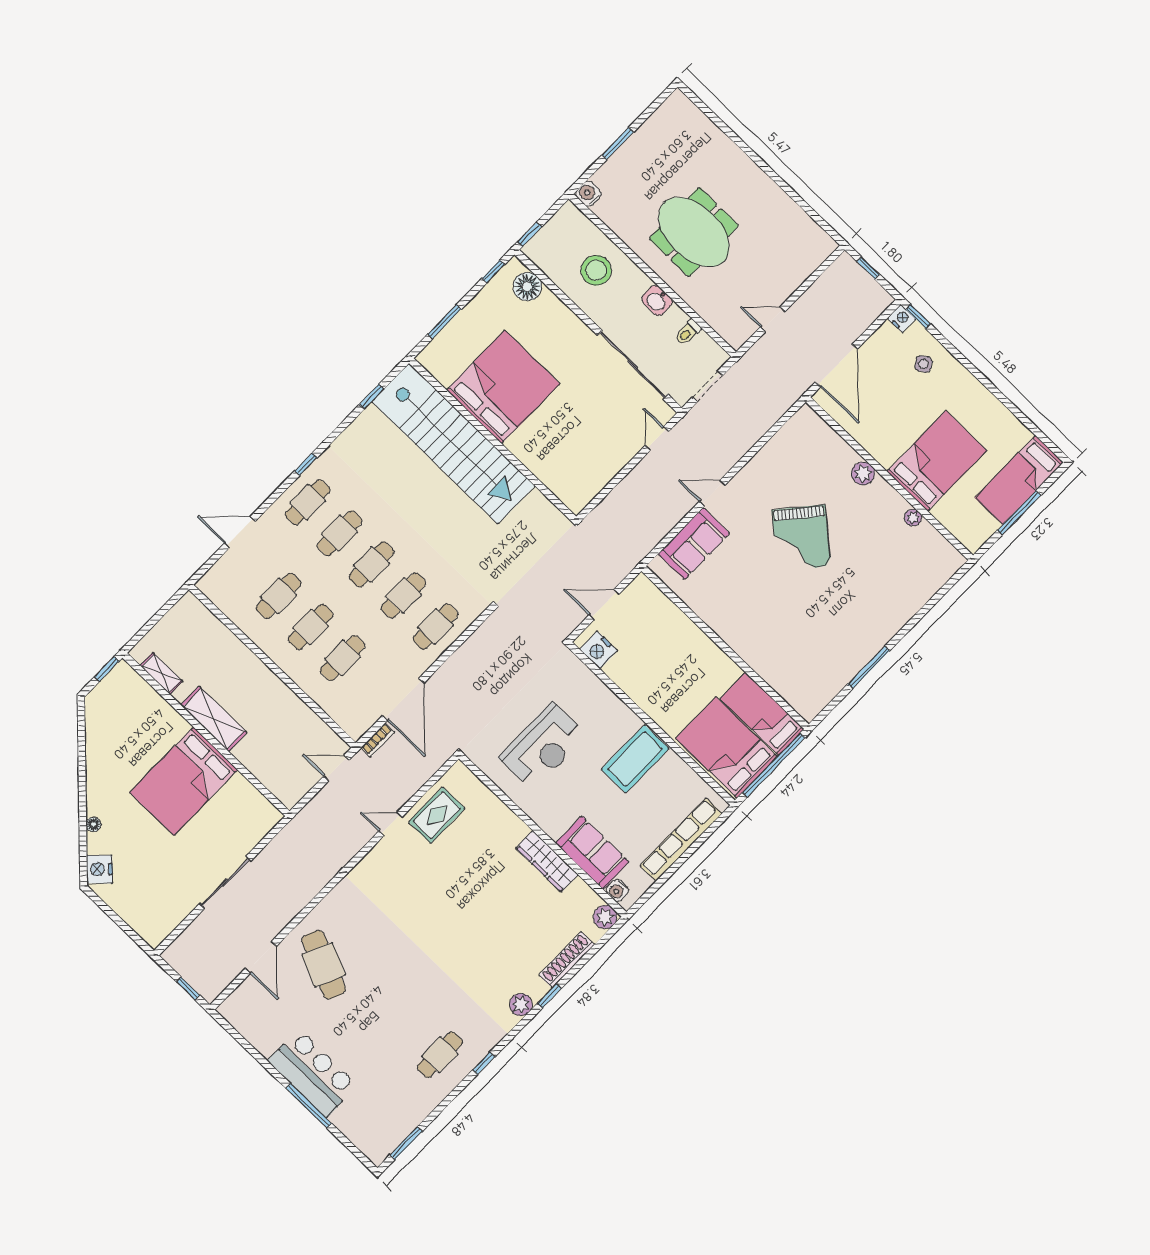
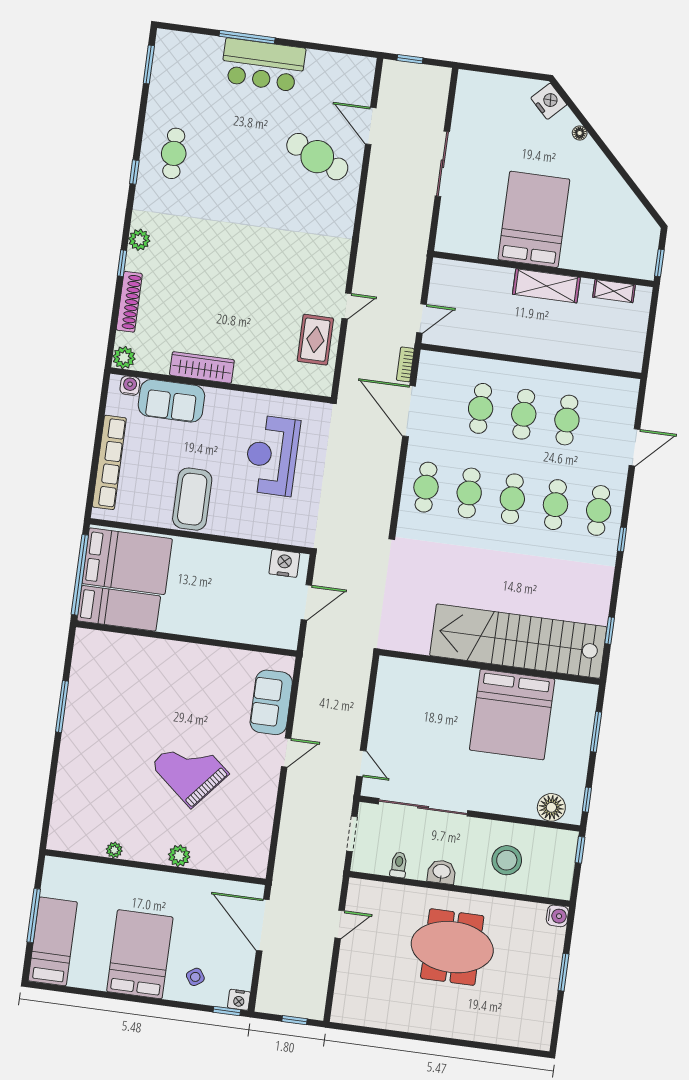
bed: (937, 461) -> (140, 954), moved, turned 180

